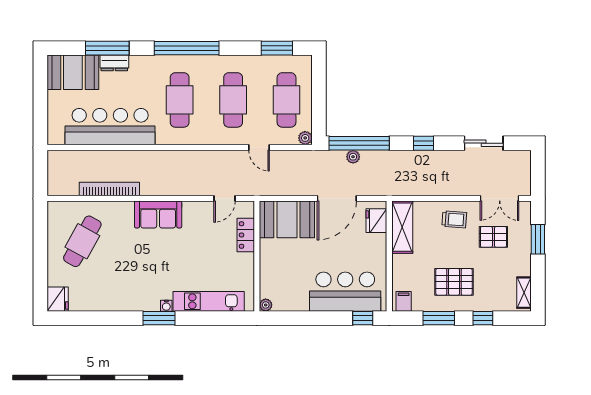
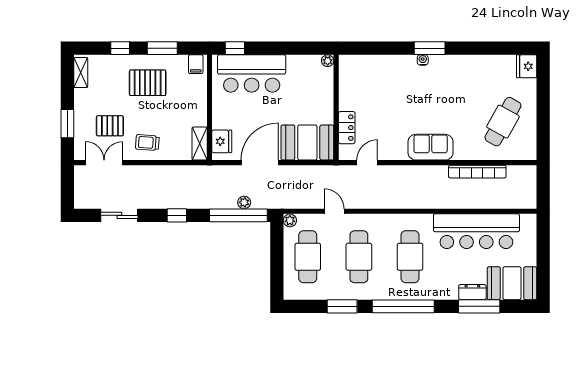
window: (277, 48) -> (342, 306), moved
shelving: (402, 227) -> (200, 143), width x0.67, depth x0.75
kitchen unit: (209, 301) -> (382, 64), removed

